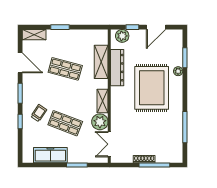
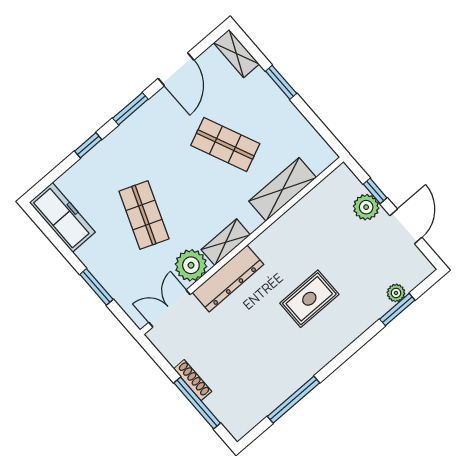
door: (156, 27) -> (406, 226), swing flipped
plant: (122, 36) -> (366, 207), moved
dresser: (117, 68) -> (228, 278), moved
shop shelf: (65, 69) -> (225, 145), turned -39
plant: (178, 71) -> (396, 293), moved
rug: (152, 88) -> (309, 299), width x0.54, depth x0.49
trolley: (39, 113) -> (125, 162), removed
freezer: (50, 155) -> (62, 217), moved

